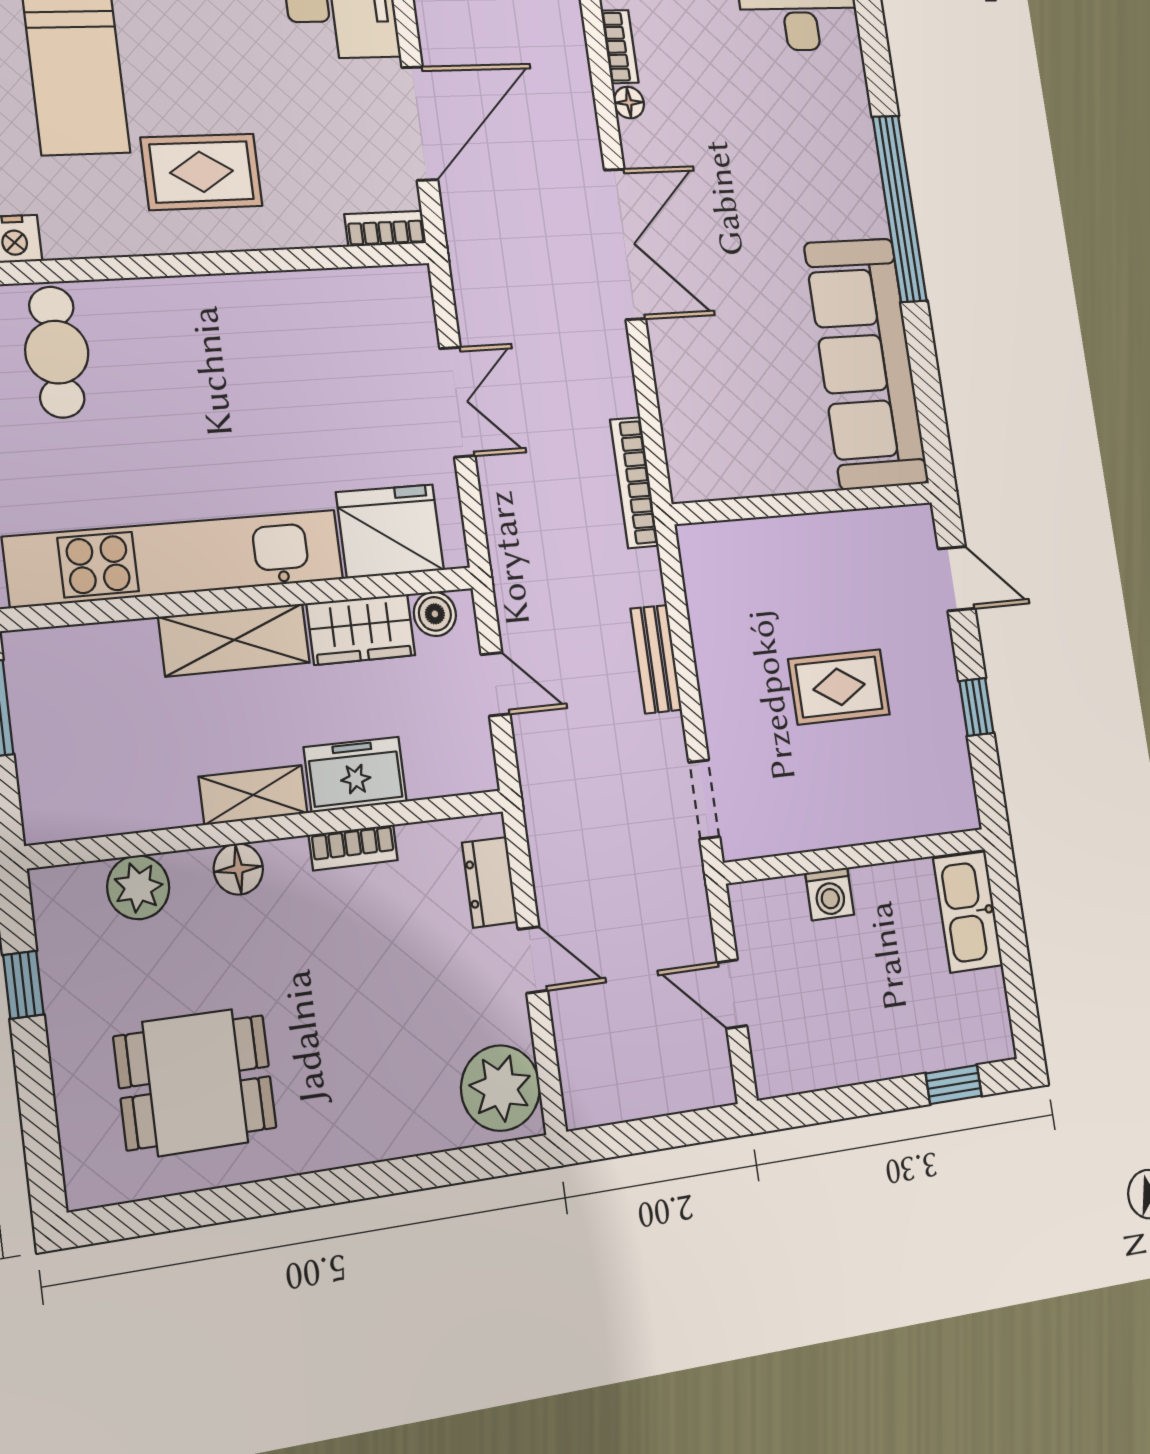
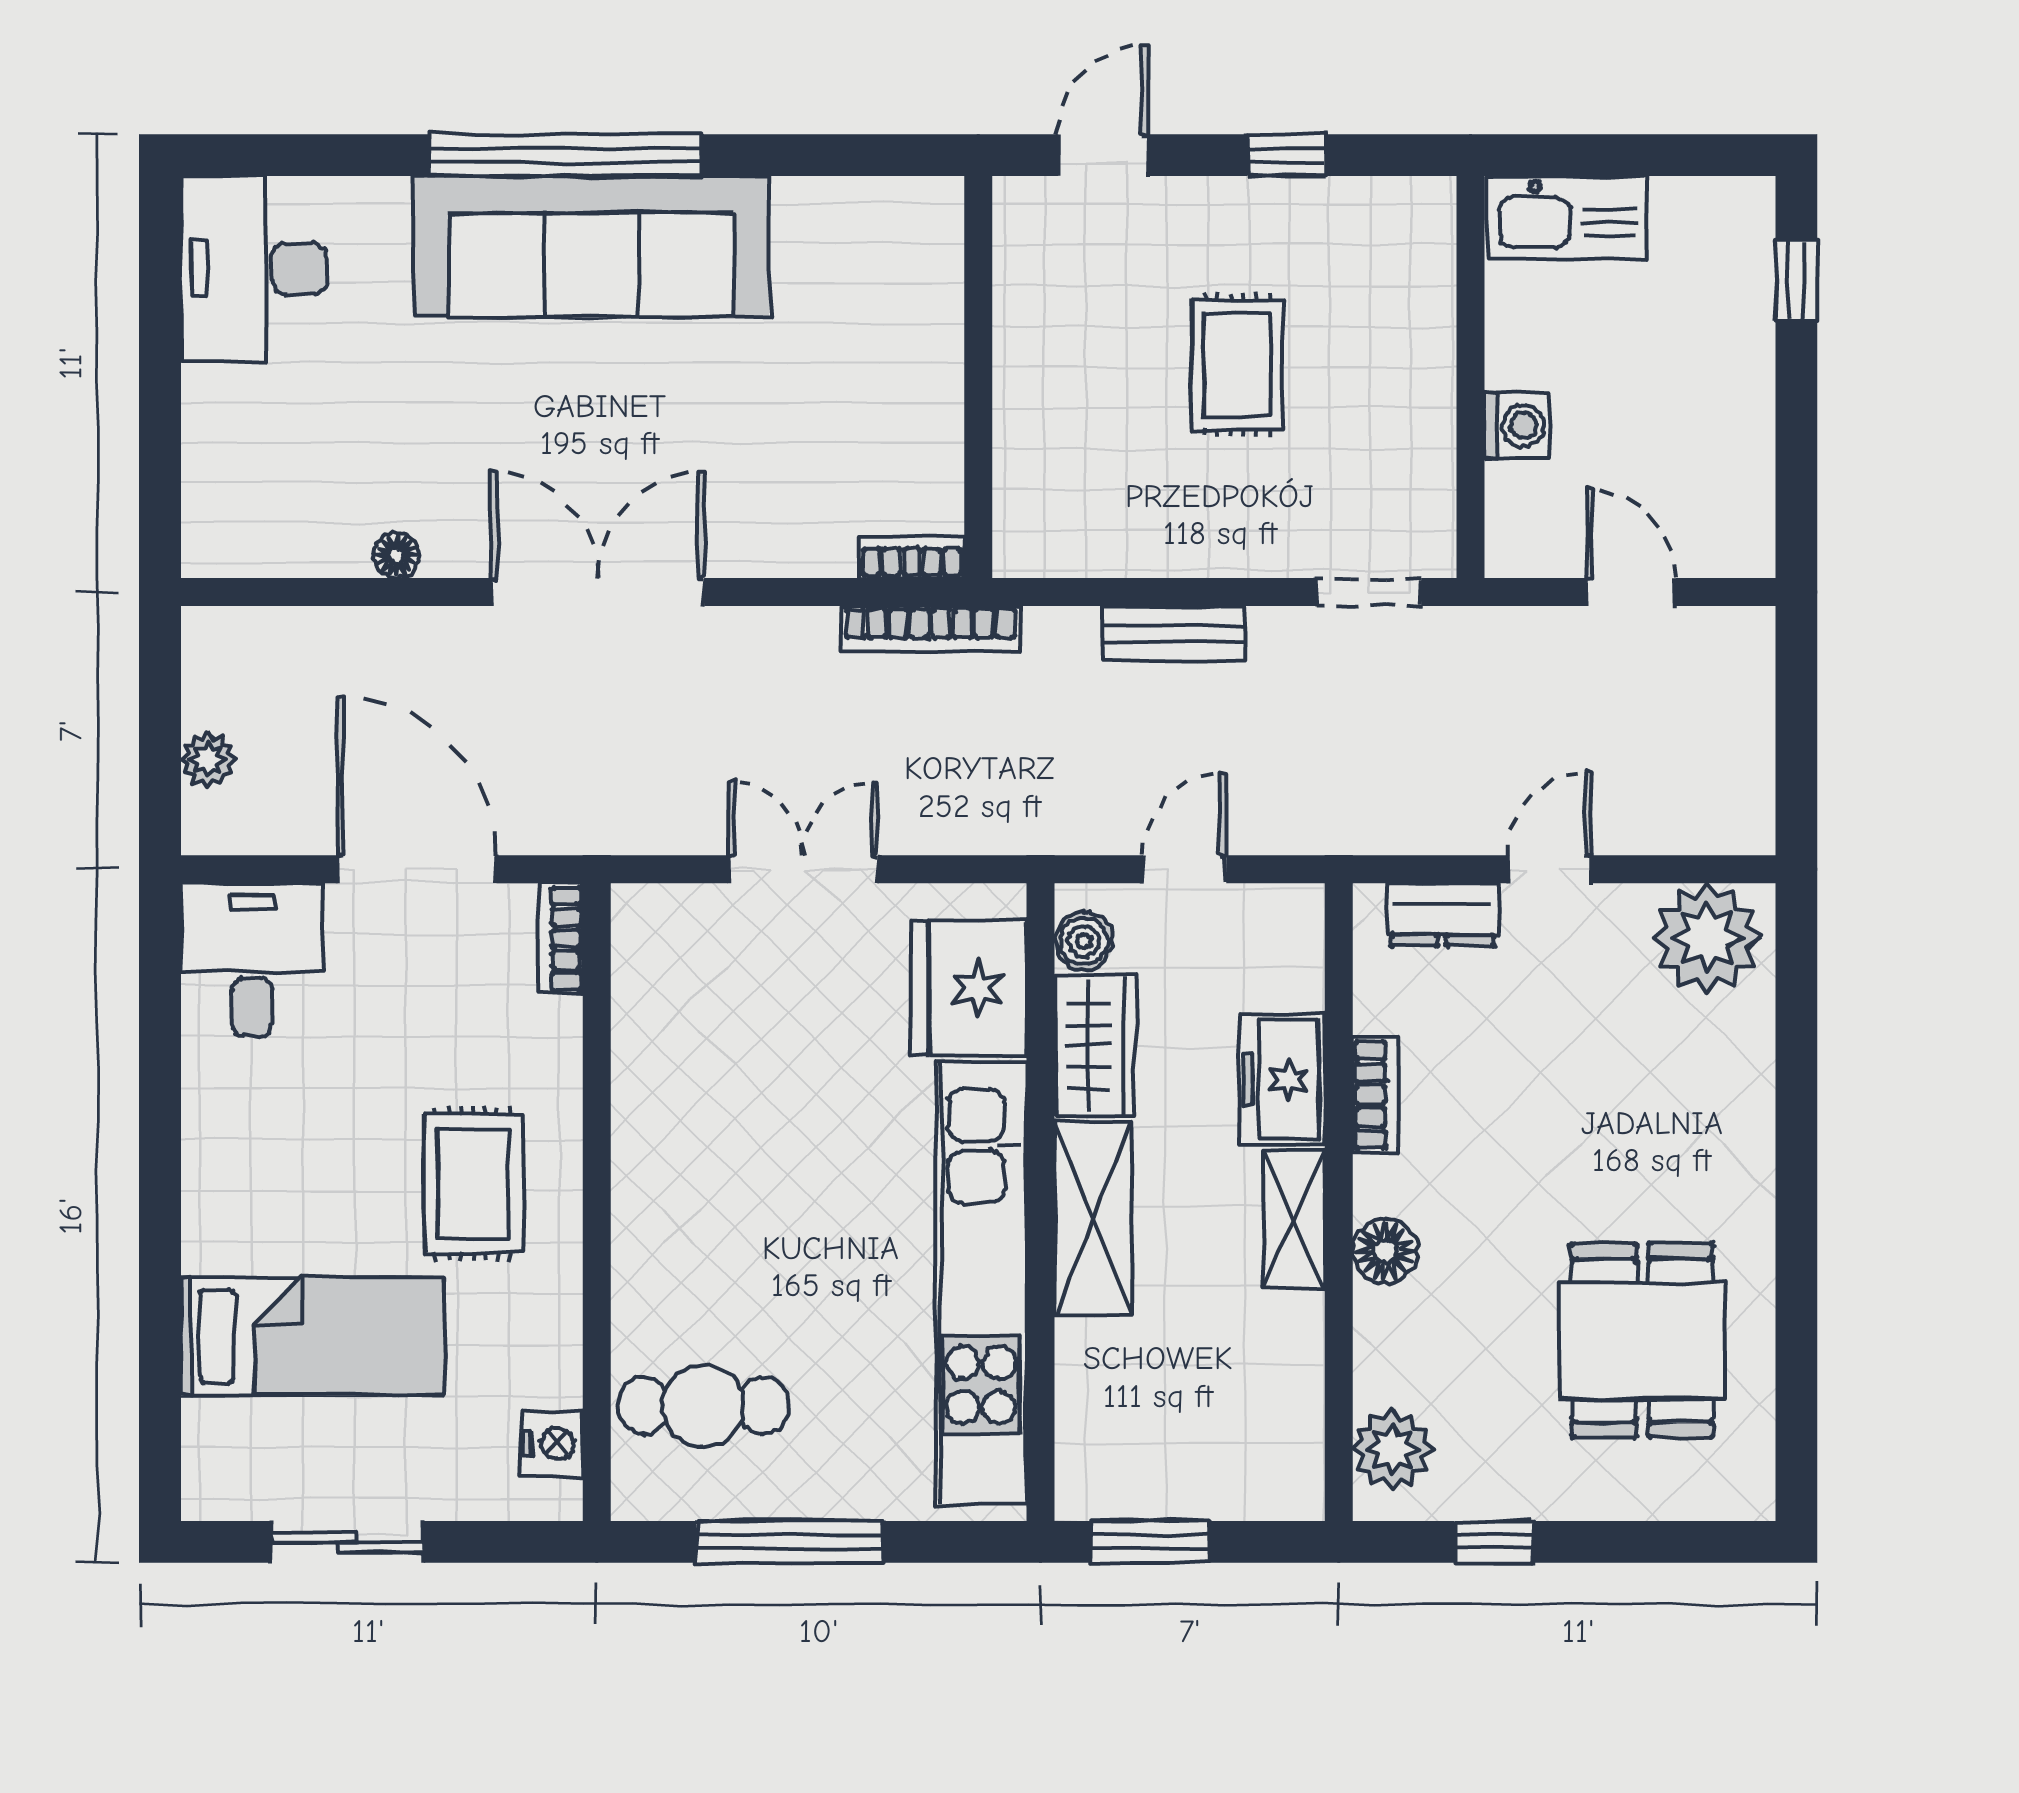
bookcase: (620, 47) -> (912, 557), moved
sofa: (866, 363) -> (591, 247), moved
plant: (138, 887) -> (1392, 1450), moved
door: (732, 994) -> (1631, 592), swing flipped

